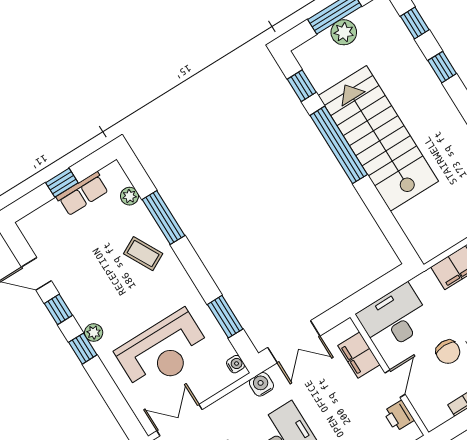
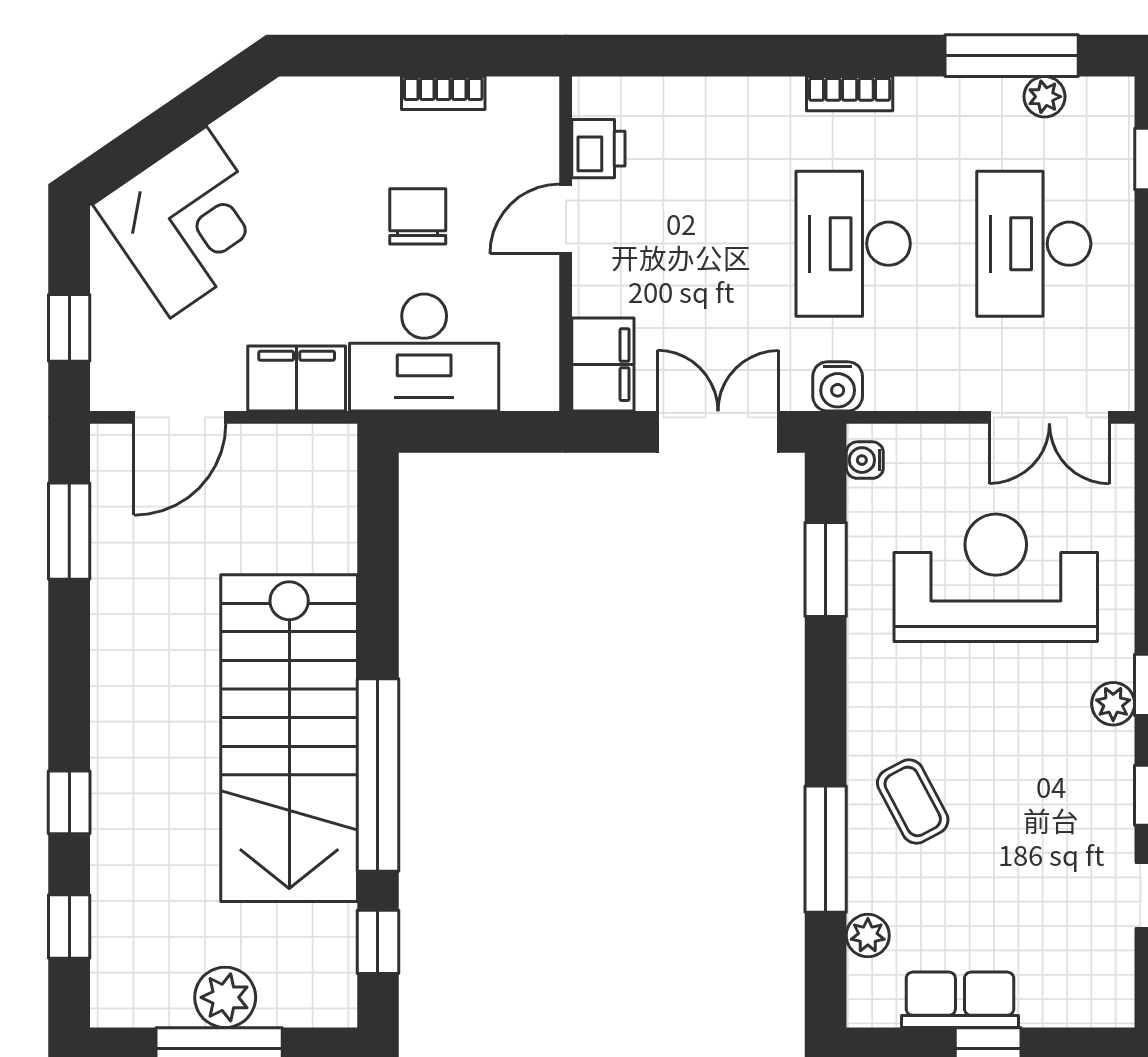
desk: (394, 318) -> (424, 353), moved
filing cabinet: (359, 355) -> (603, 365), moved

